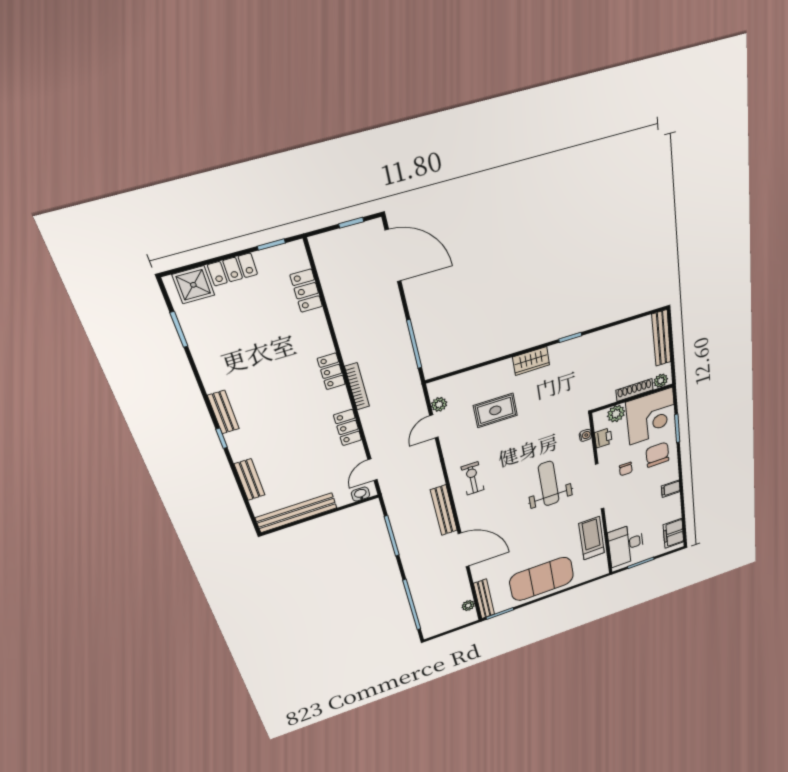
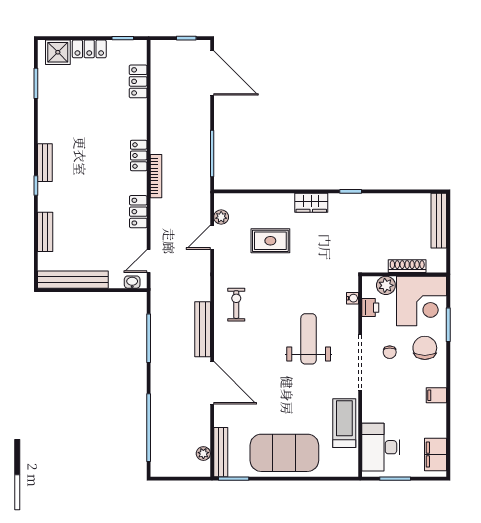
plant: (661, 381) -> (435, 265), removed

